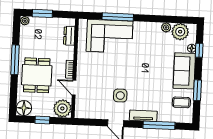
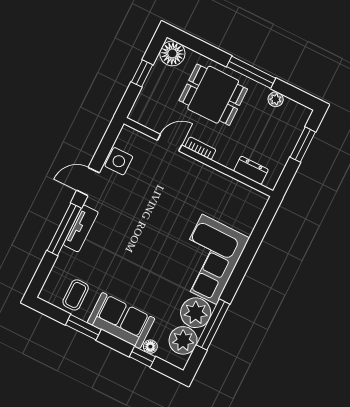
window: (118, 17) -> (213, 324), moved
plant: (25, 21) -> (276, 99), moved
plant: (166, 27) -> (196, 313), width x1.88, depth x1.88
corner sofa: (110, 36) -> (209, 259), moved
side table: (120, 96) -> (119, 161), moved
plant: (62, 108) -> (146, 111), removed
window: (159, 125) -> (64, 229), moved

